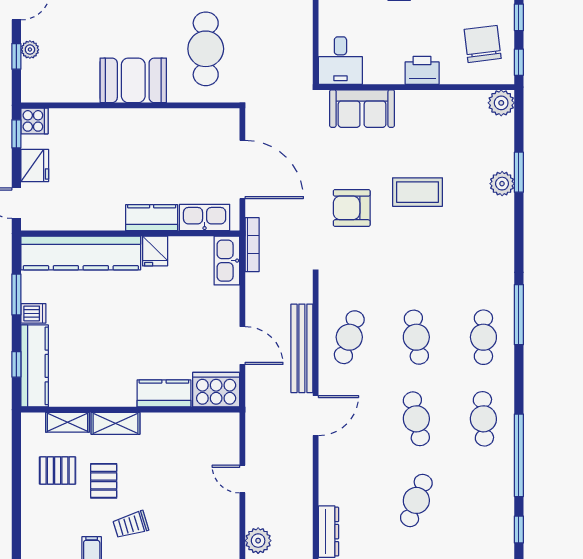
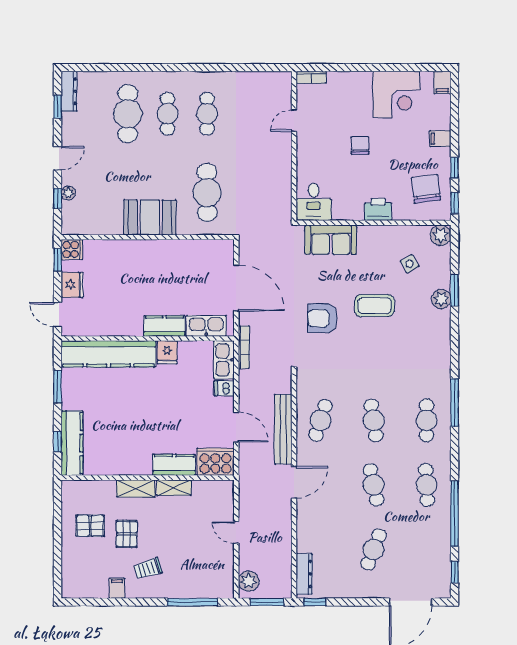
side table: (462, 139) -> (409, 264), added
dishwasher: (33, 313) -> (224, 388), moved, turned 180
shelving: (67, 422) -> (174, 488), moved

